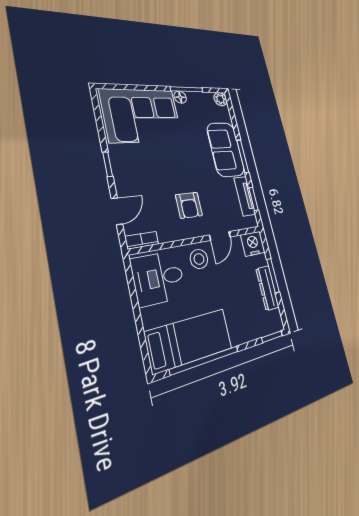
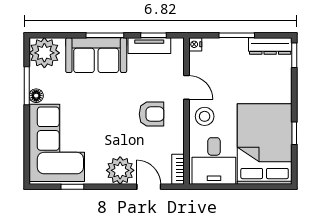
plant: (220, 99) -> (44, 53), width x1.88, depth x1.88
window: (108, 164) -> (72, 187), moved
plant: (128, 179) -> (120, 170), added
nightstand: (253, 244) -> (195, 44), width x0.53, depth x0.56
dresser: (267, 288) -> (270, 46), moved
bed: (189, 340) -> (265, 144), width x1.50
window: (205, 360) -> (294, 133), width x0.32

